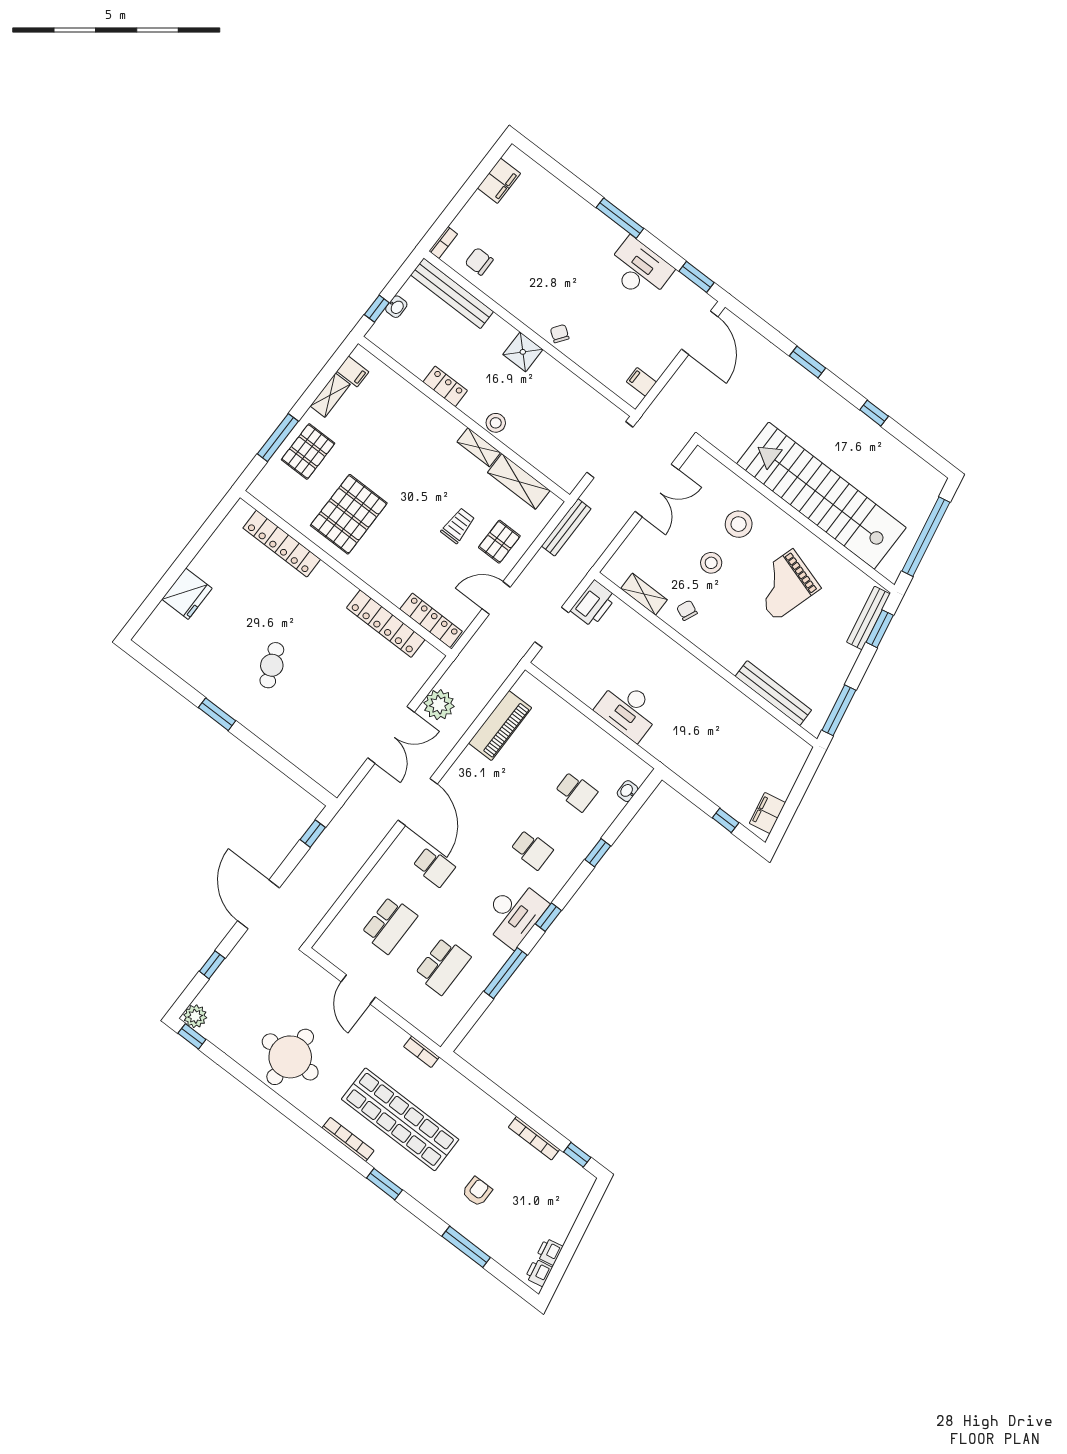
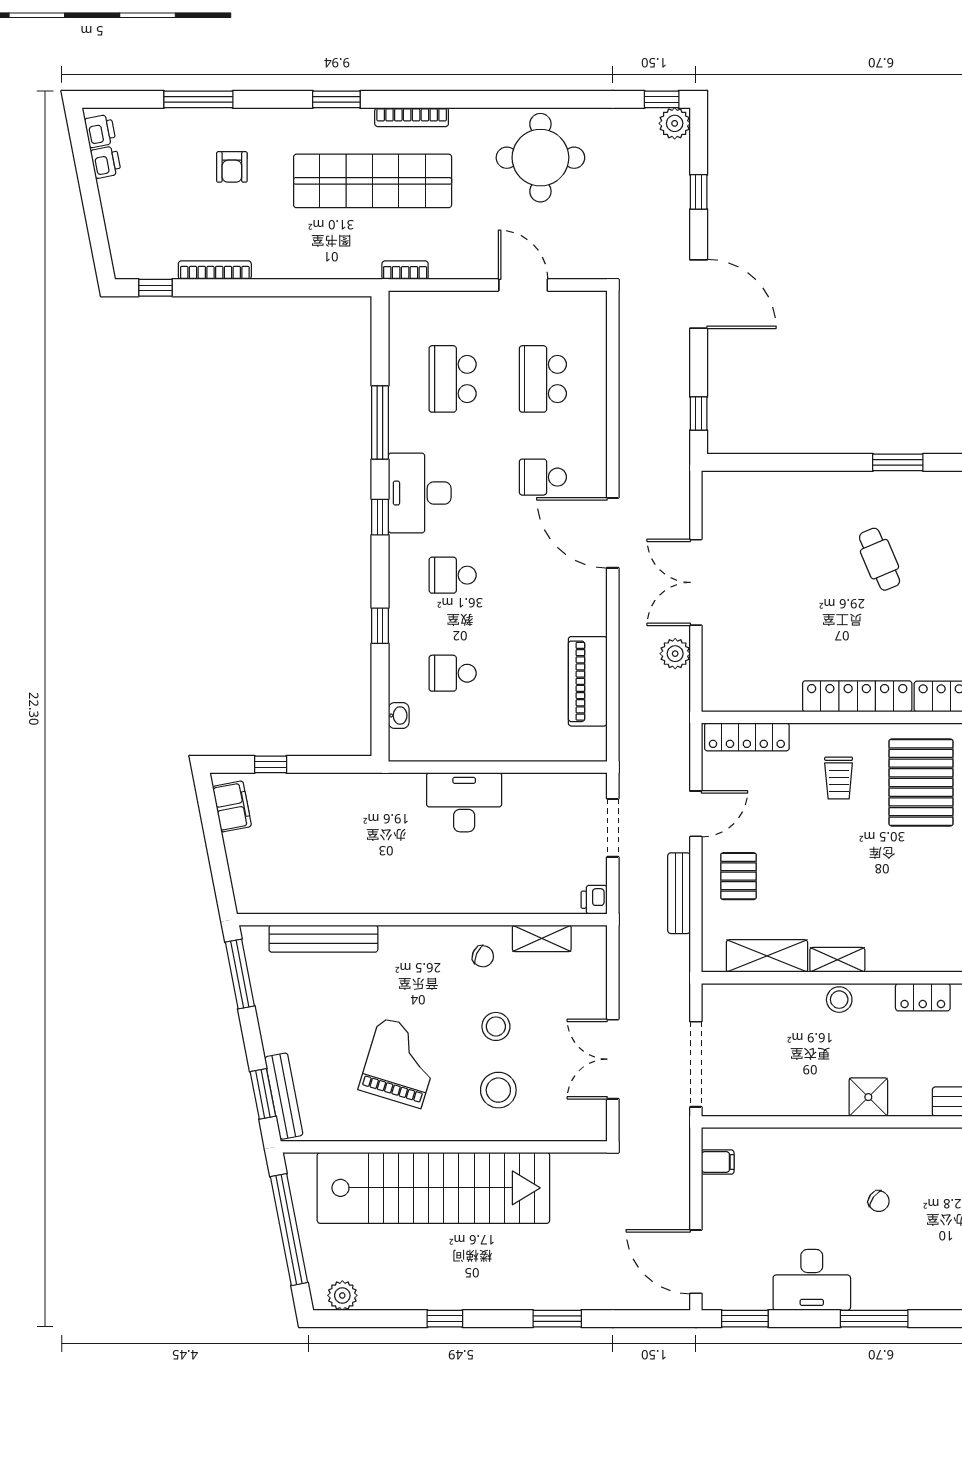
chair: (560, 334) -> (879, 1201), moved
plant: (924, 473) -> (342, 1295), added
trolley: (458, 526) -> (839, 778), moved
bench: (566, 527) -> (679, 893), moved
printer: (593, 604) -> (594, 900), width x0.53, depth x0.68
locker: (386, 624) -> (857, 696), moved
plant: (439, 705) -> (675, 654), width x0.73, depth x0.73

